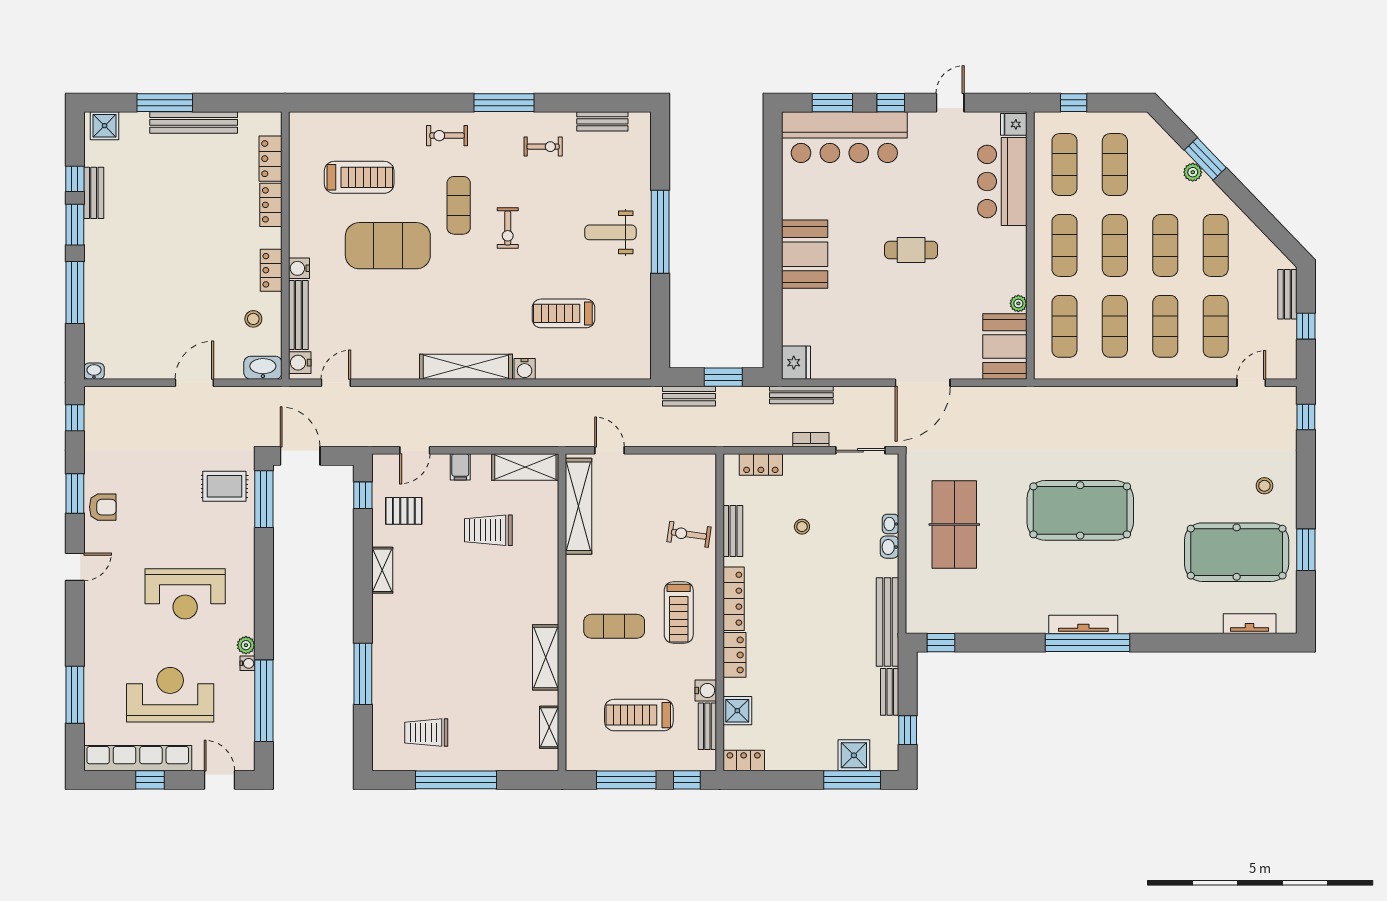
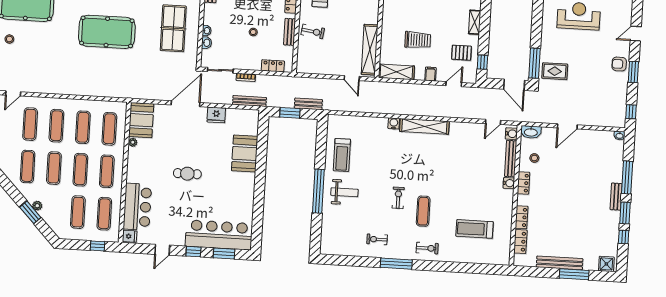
bench: (602, 121) -> (345, 251), removed
bench: (94, 193) -> (616, 197), moved
exercise mat: (388, 246) -> (462, 192), removed
booth: (805, 254) -> (245, 154), moved
treadmill: (564, 313) -> (342, 155), moved, turned 90
fridge: (796, 363) -> (216, 115), moved, turned -90
washbasin: (889, 547) -> (206, 43), moved

